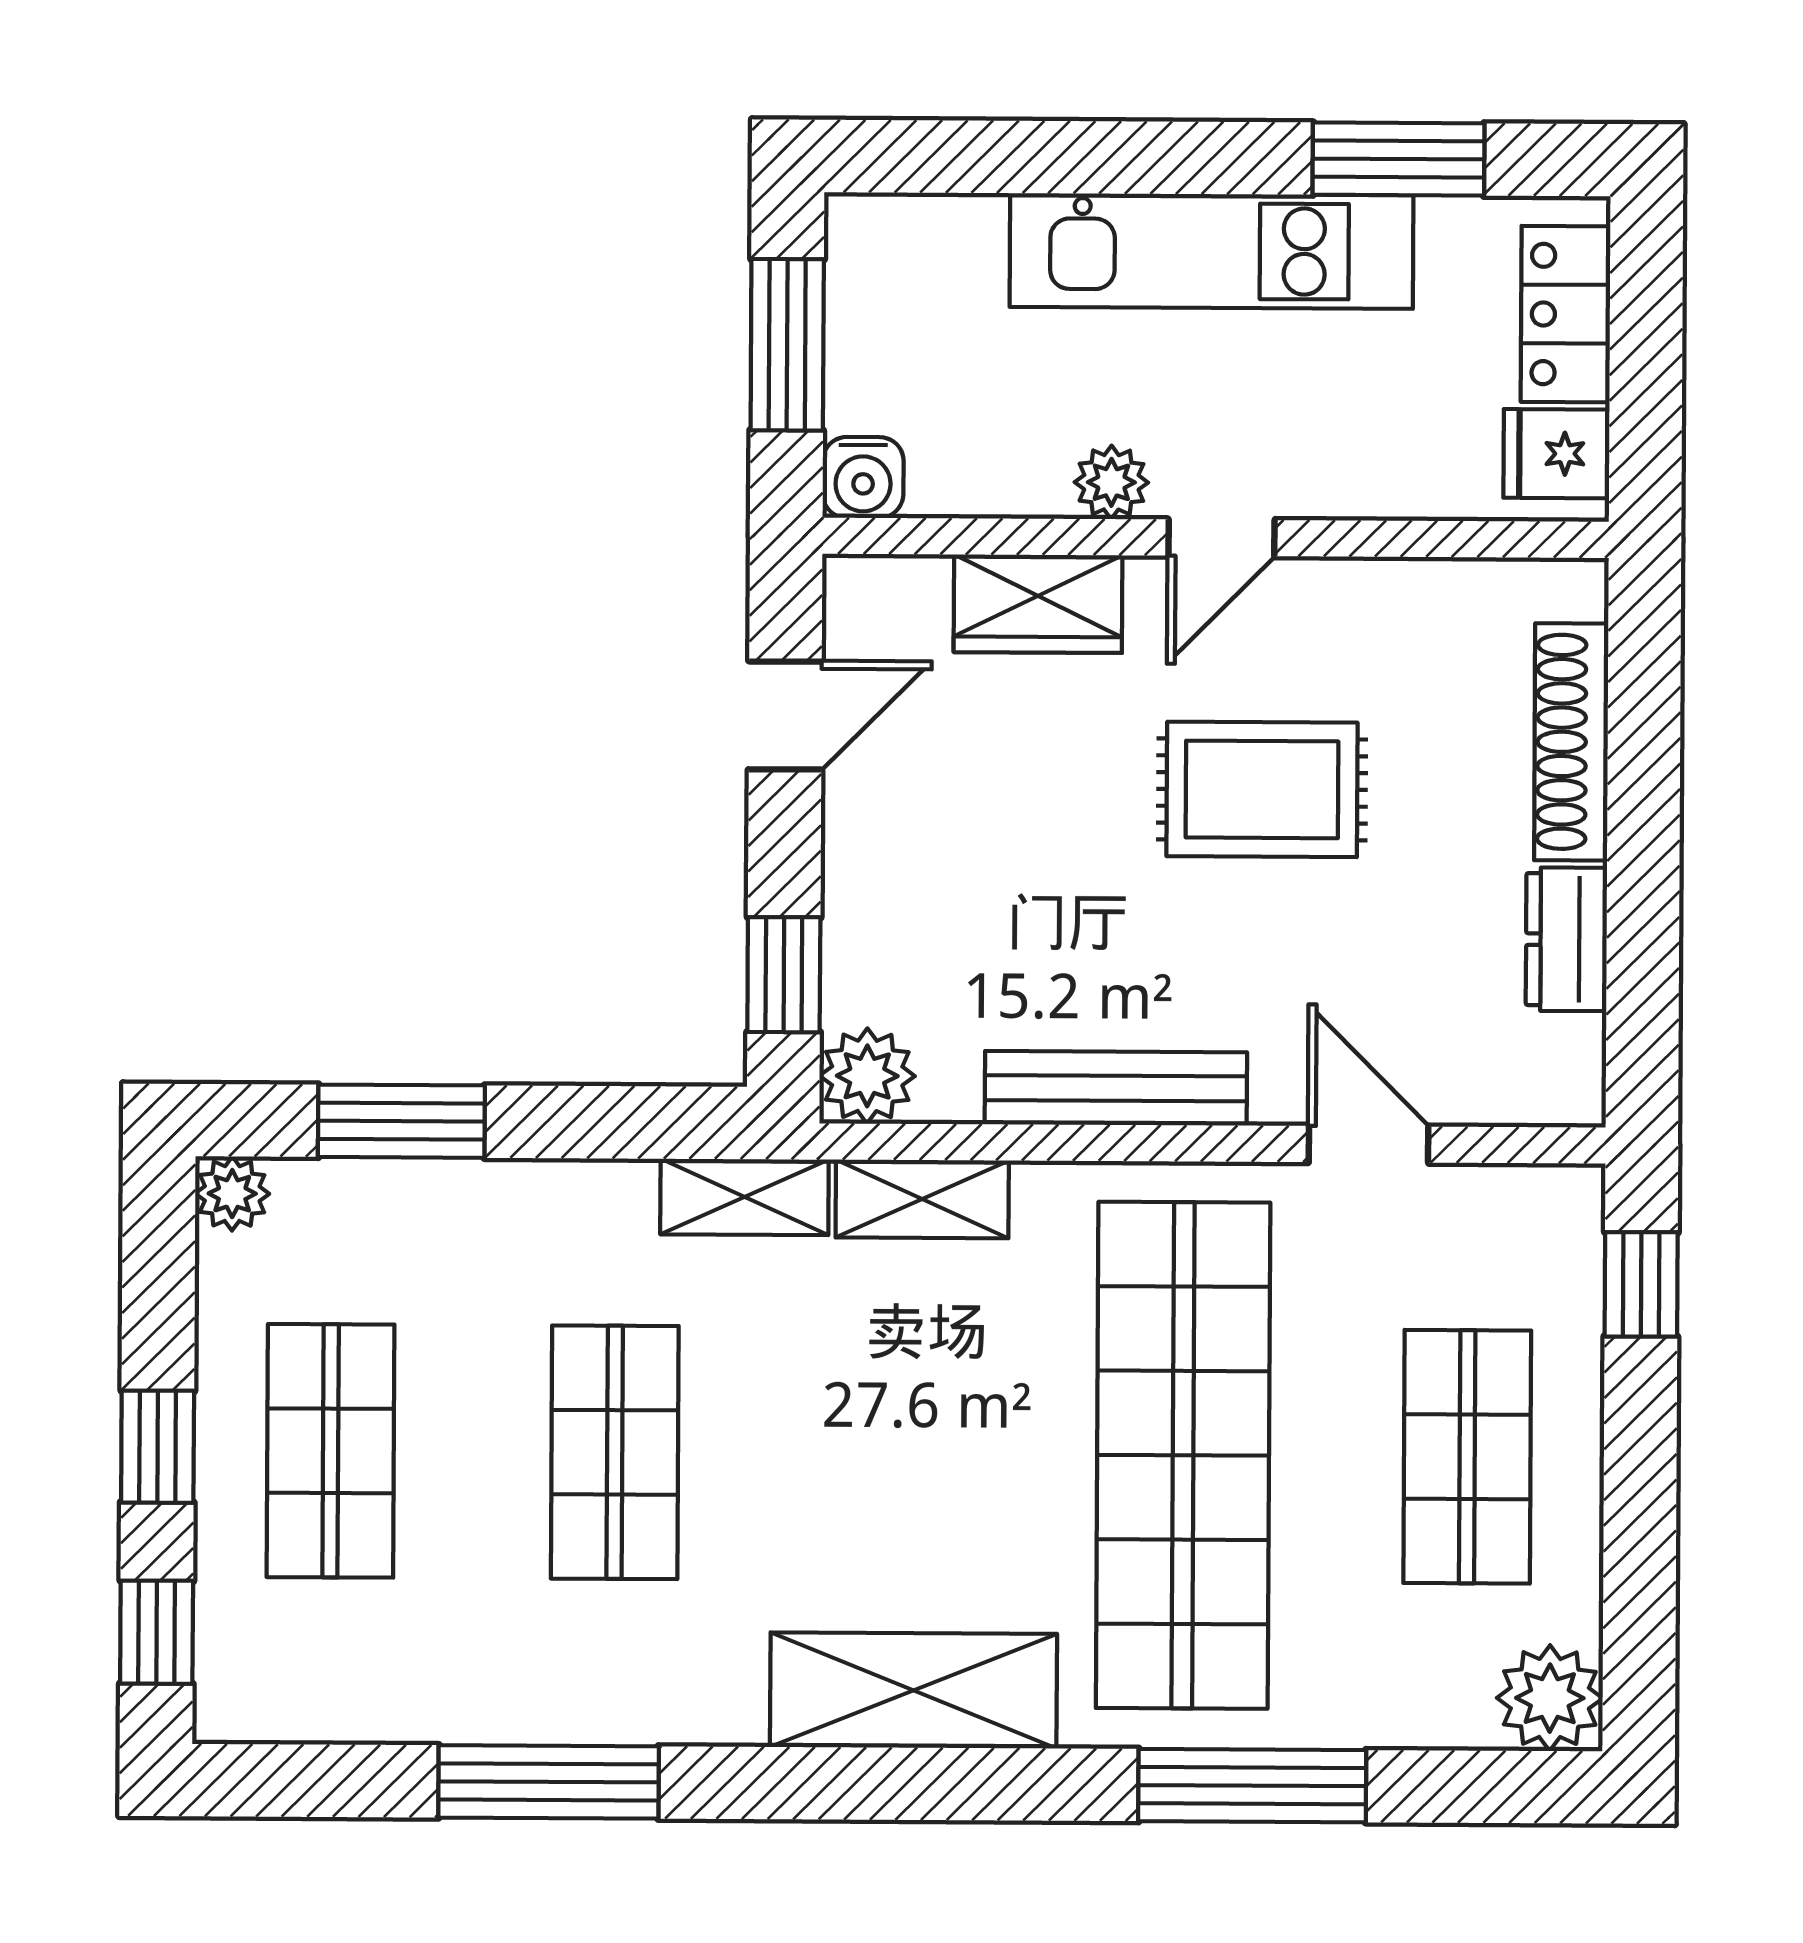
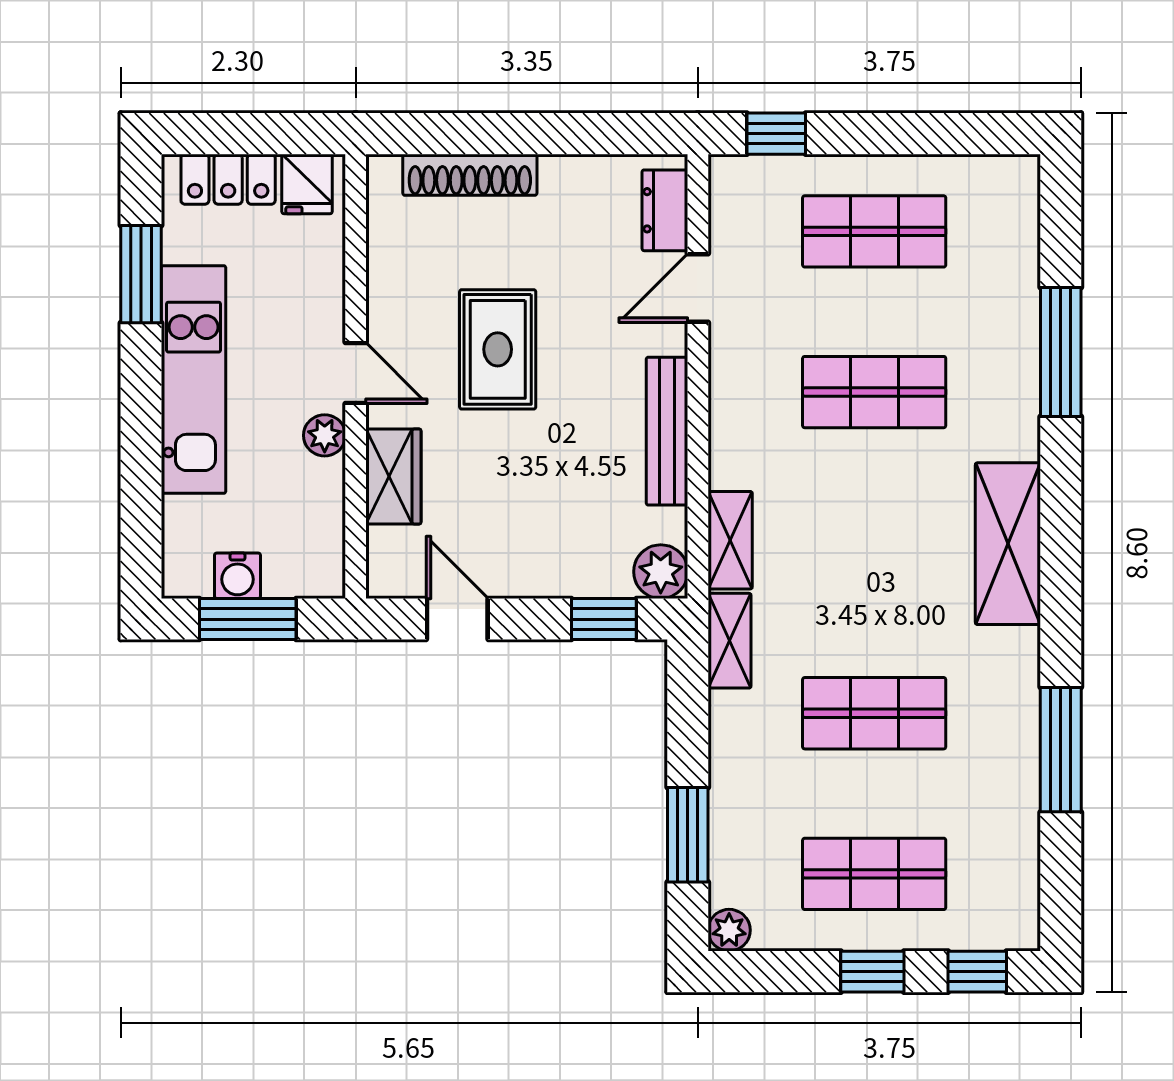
water cooler: (863, 477) -> (237, 576), moved, turned 90
dresser: (1566, 939) -> (665, 210), moved, turned 90
shop shelf: (1183, 1455) -> (874, 392), width x0.50, depth x0.74
plant: (1550, 1698) -> (1010, 184), removed

